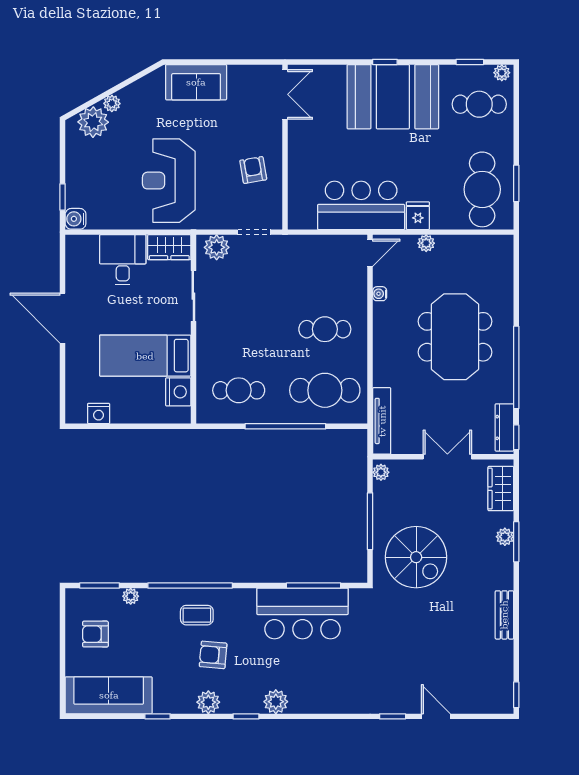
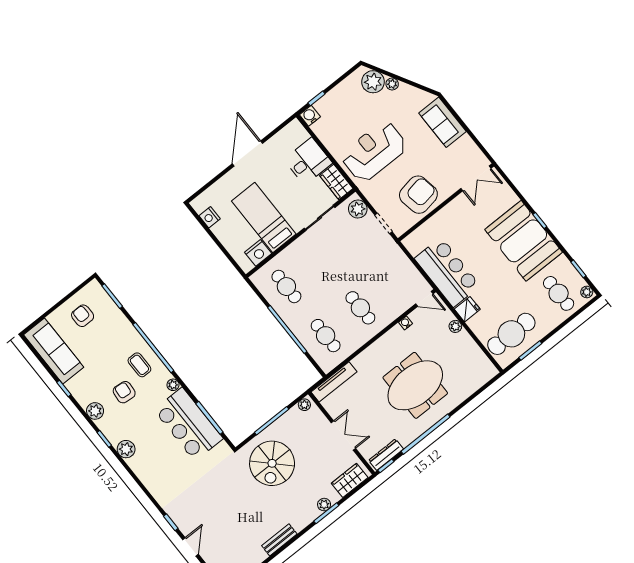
armchair: (253, 170) -> (418, 195), width x1.88, depth x1.88
cafe table: (325, 390) -> (326, 336), width x0.73, depth x0.74
plant: (131, 596) -> (173, 385), moved

